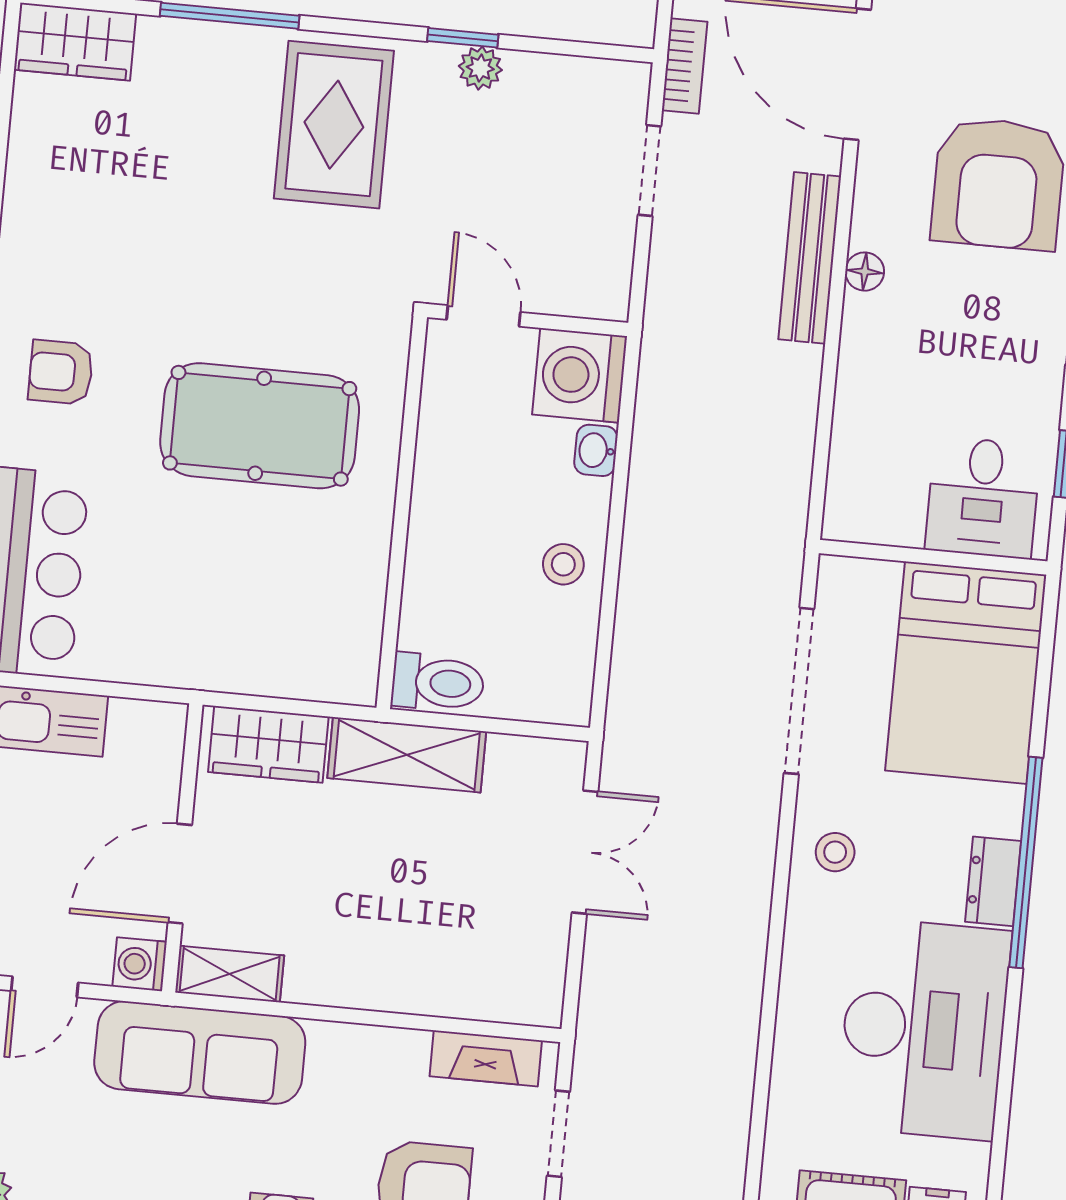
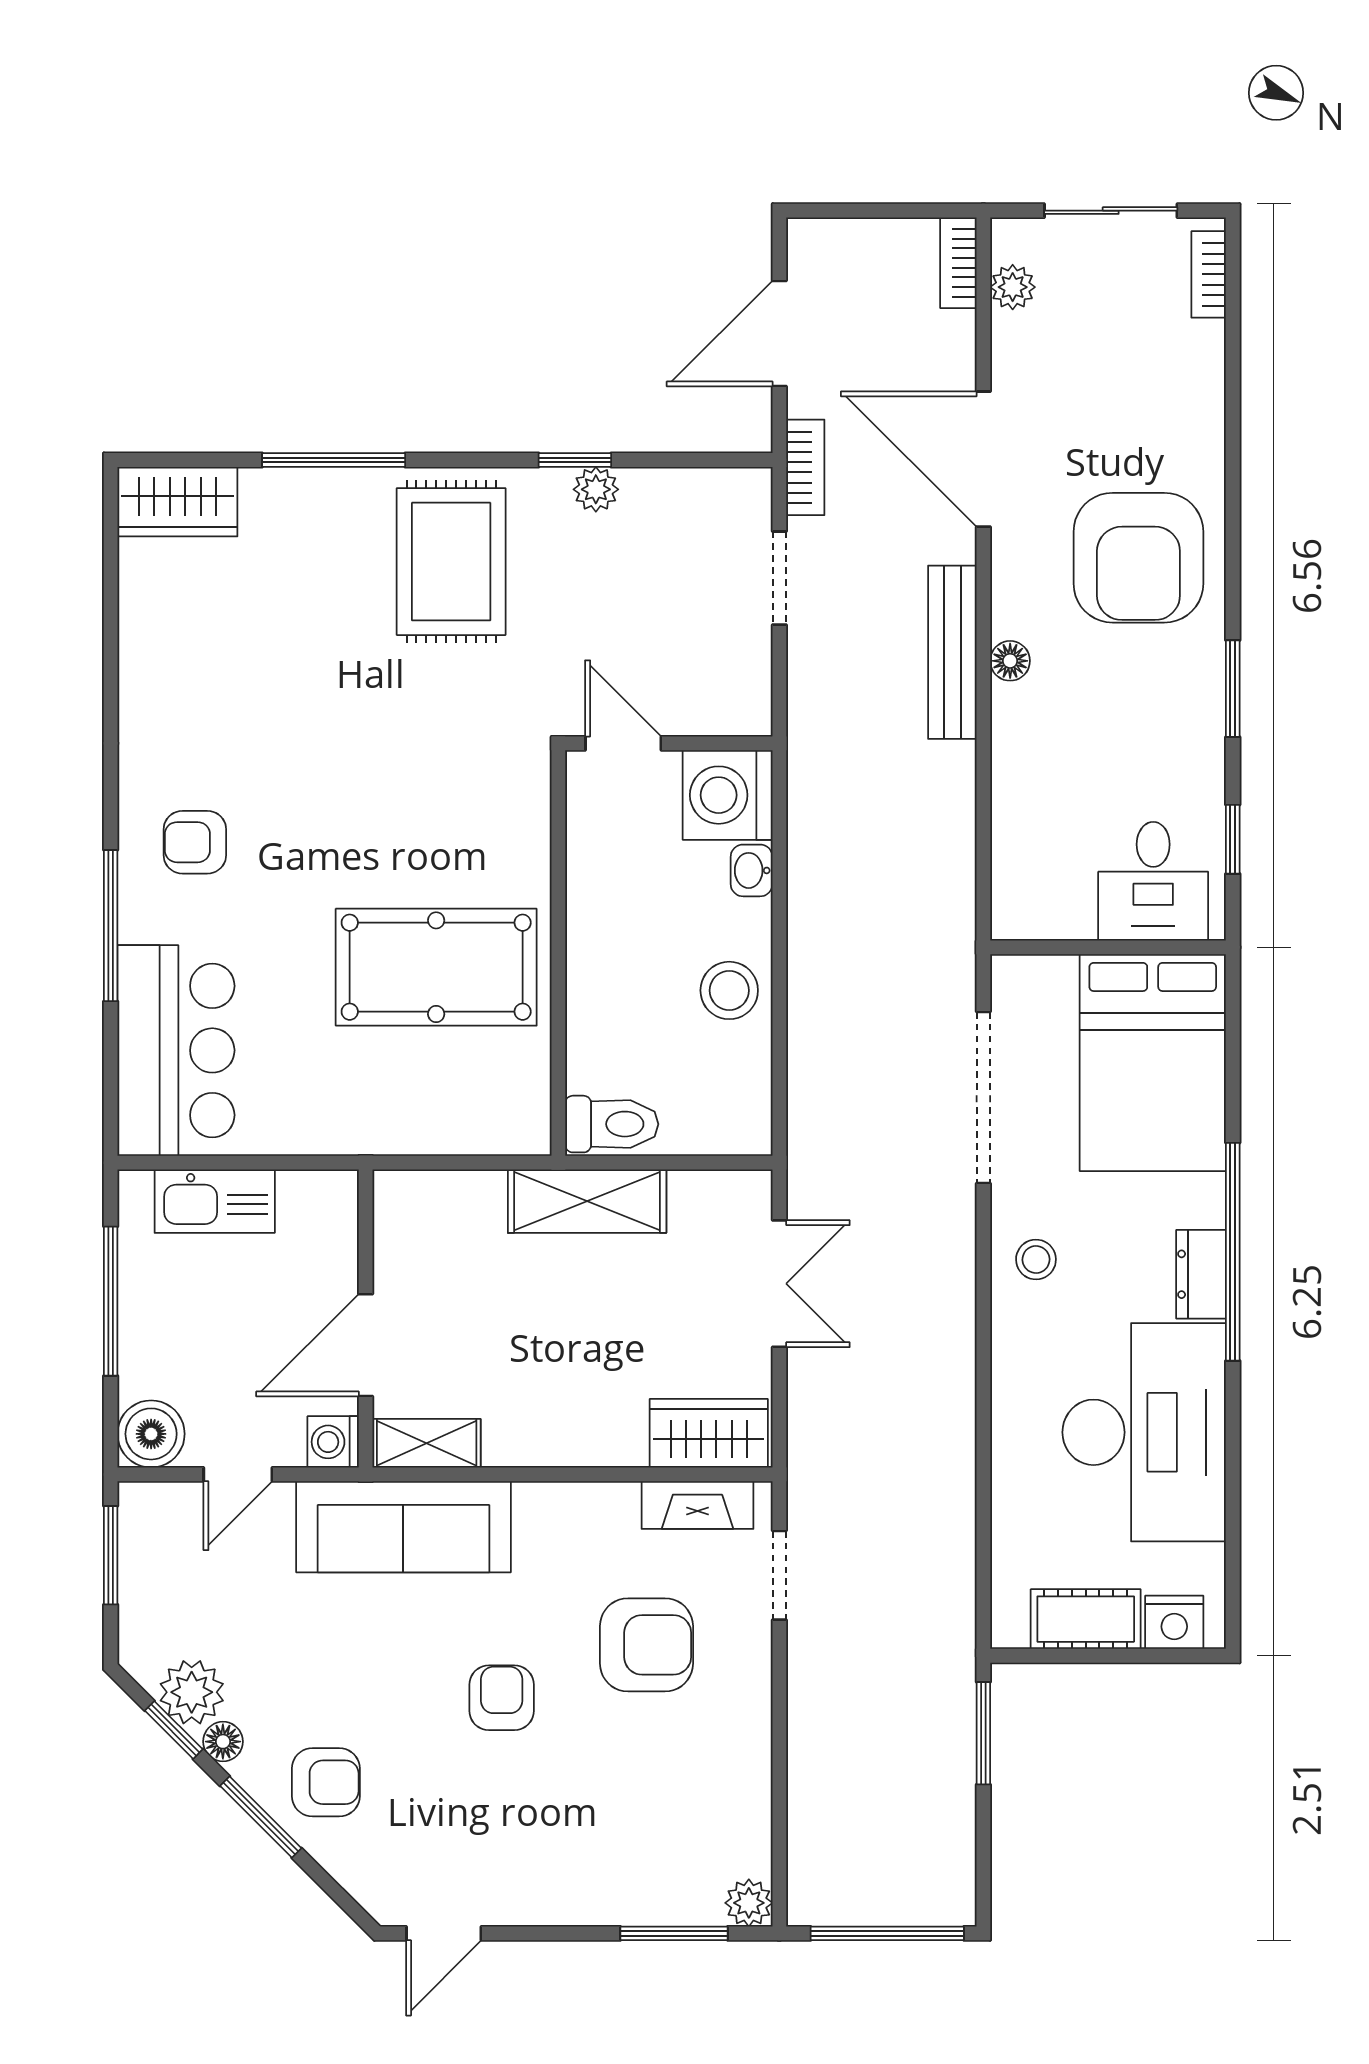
pool table: (260, 426) -> (436, 967), moved
stool: (563, 564) -> (729, 990), width x1.37, depth x1.37
wardrobe: (268, 744) -> (709, 1433), moved, turned 180

